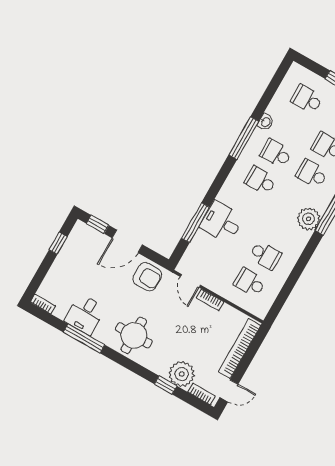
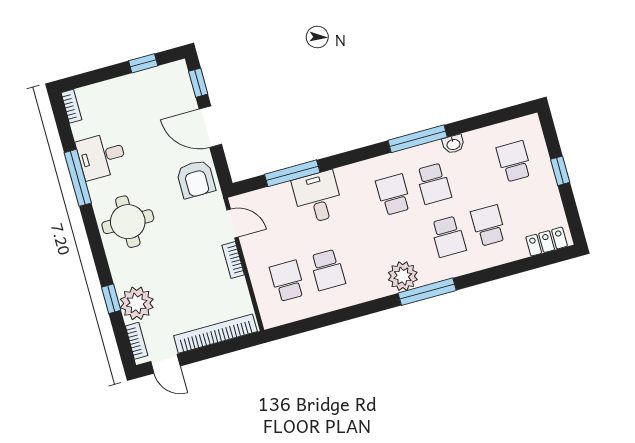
school desk: (276, 153) -> (434, 184), turned 180
school desk: (312, 174) -> (448, 237), turned 180
door: (190, 281) -> (233, 224), swing flipped

